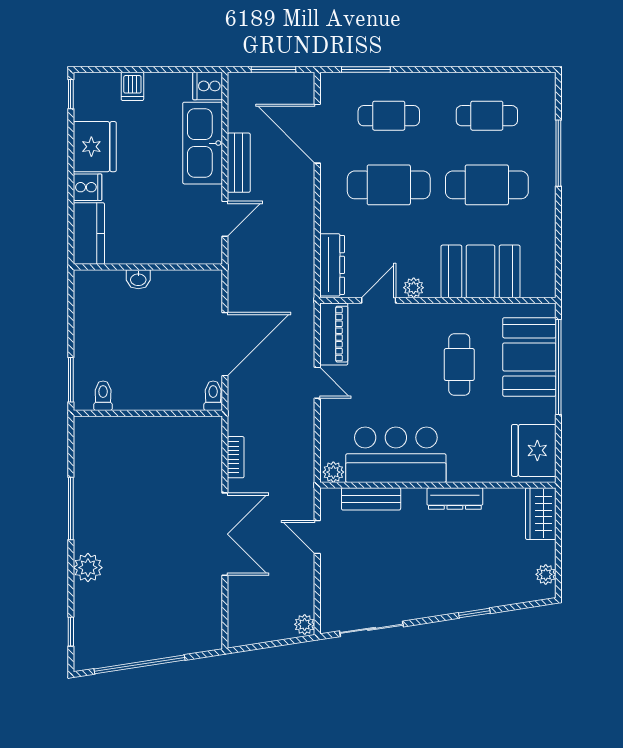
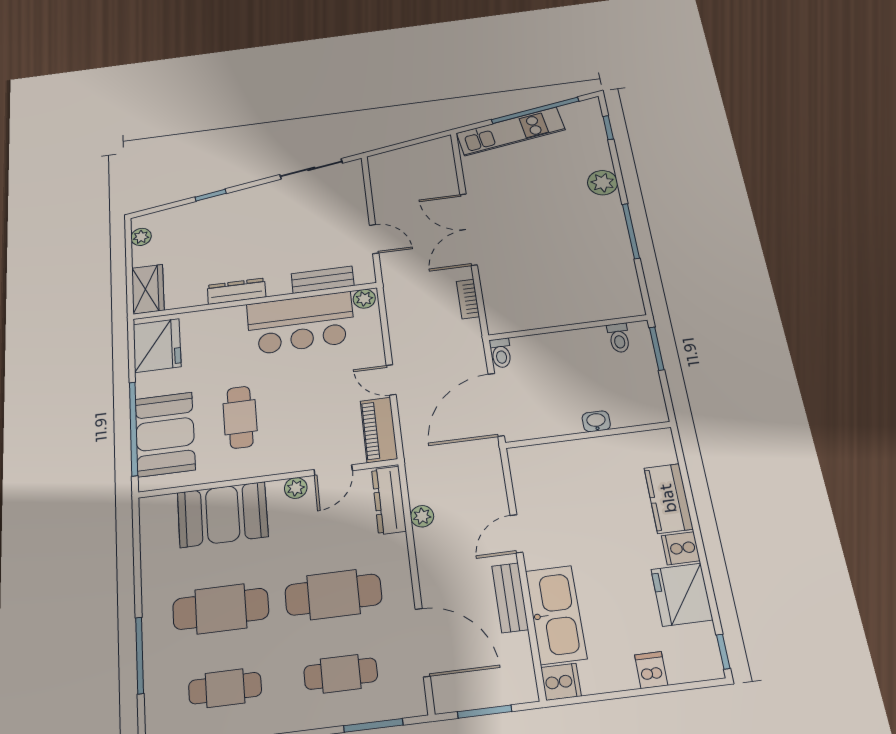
wall: (148, 267) -> (588, 435), moved
washbasin: (138, 279) -> (596, 421), moved
plant: (305, 624) -> (422, 516), moved
kitchen unit: (168, 643) -> (511, 131), added

